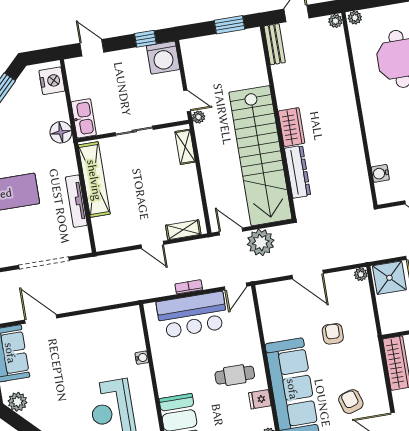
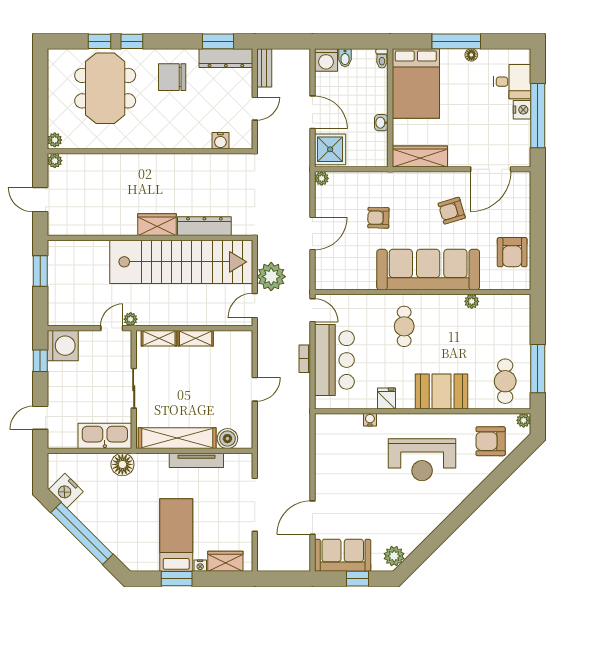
bench: (275, 44) -> (68, 228), removed
nightstand: (52, 81) -> (66, 491), moved, turned -135
kitchen sink: (84, 118) -> (105, 436), width x1.36, depth x1.24
boiler: (102, 227) -> (227, 439), added
shelving: (183, 230) -> (196, 338), moved, turned 90
fridge: (260, 399) -> (386, 398), moved, turned 180

